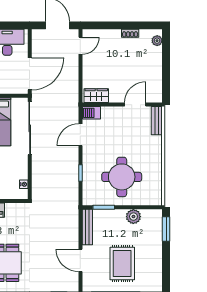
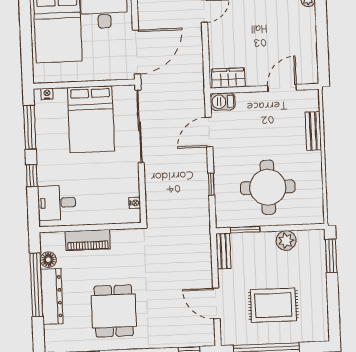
bench: (157, 121) -> (313, 131), moved
bench: (87, 227) -> (223, 251), width x0.73
rug: (122, 264) -> (273, 305), turned 90

